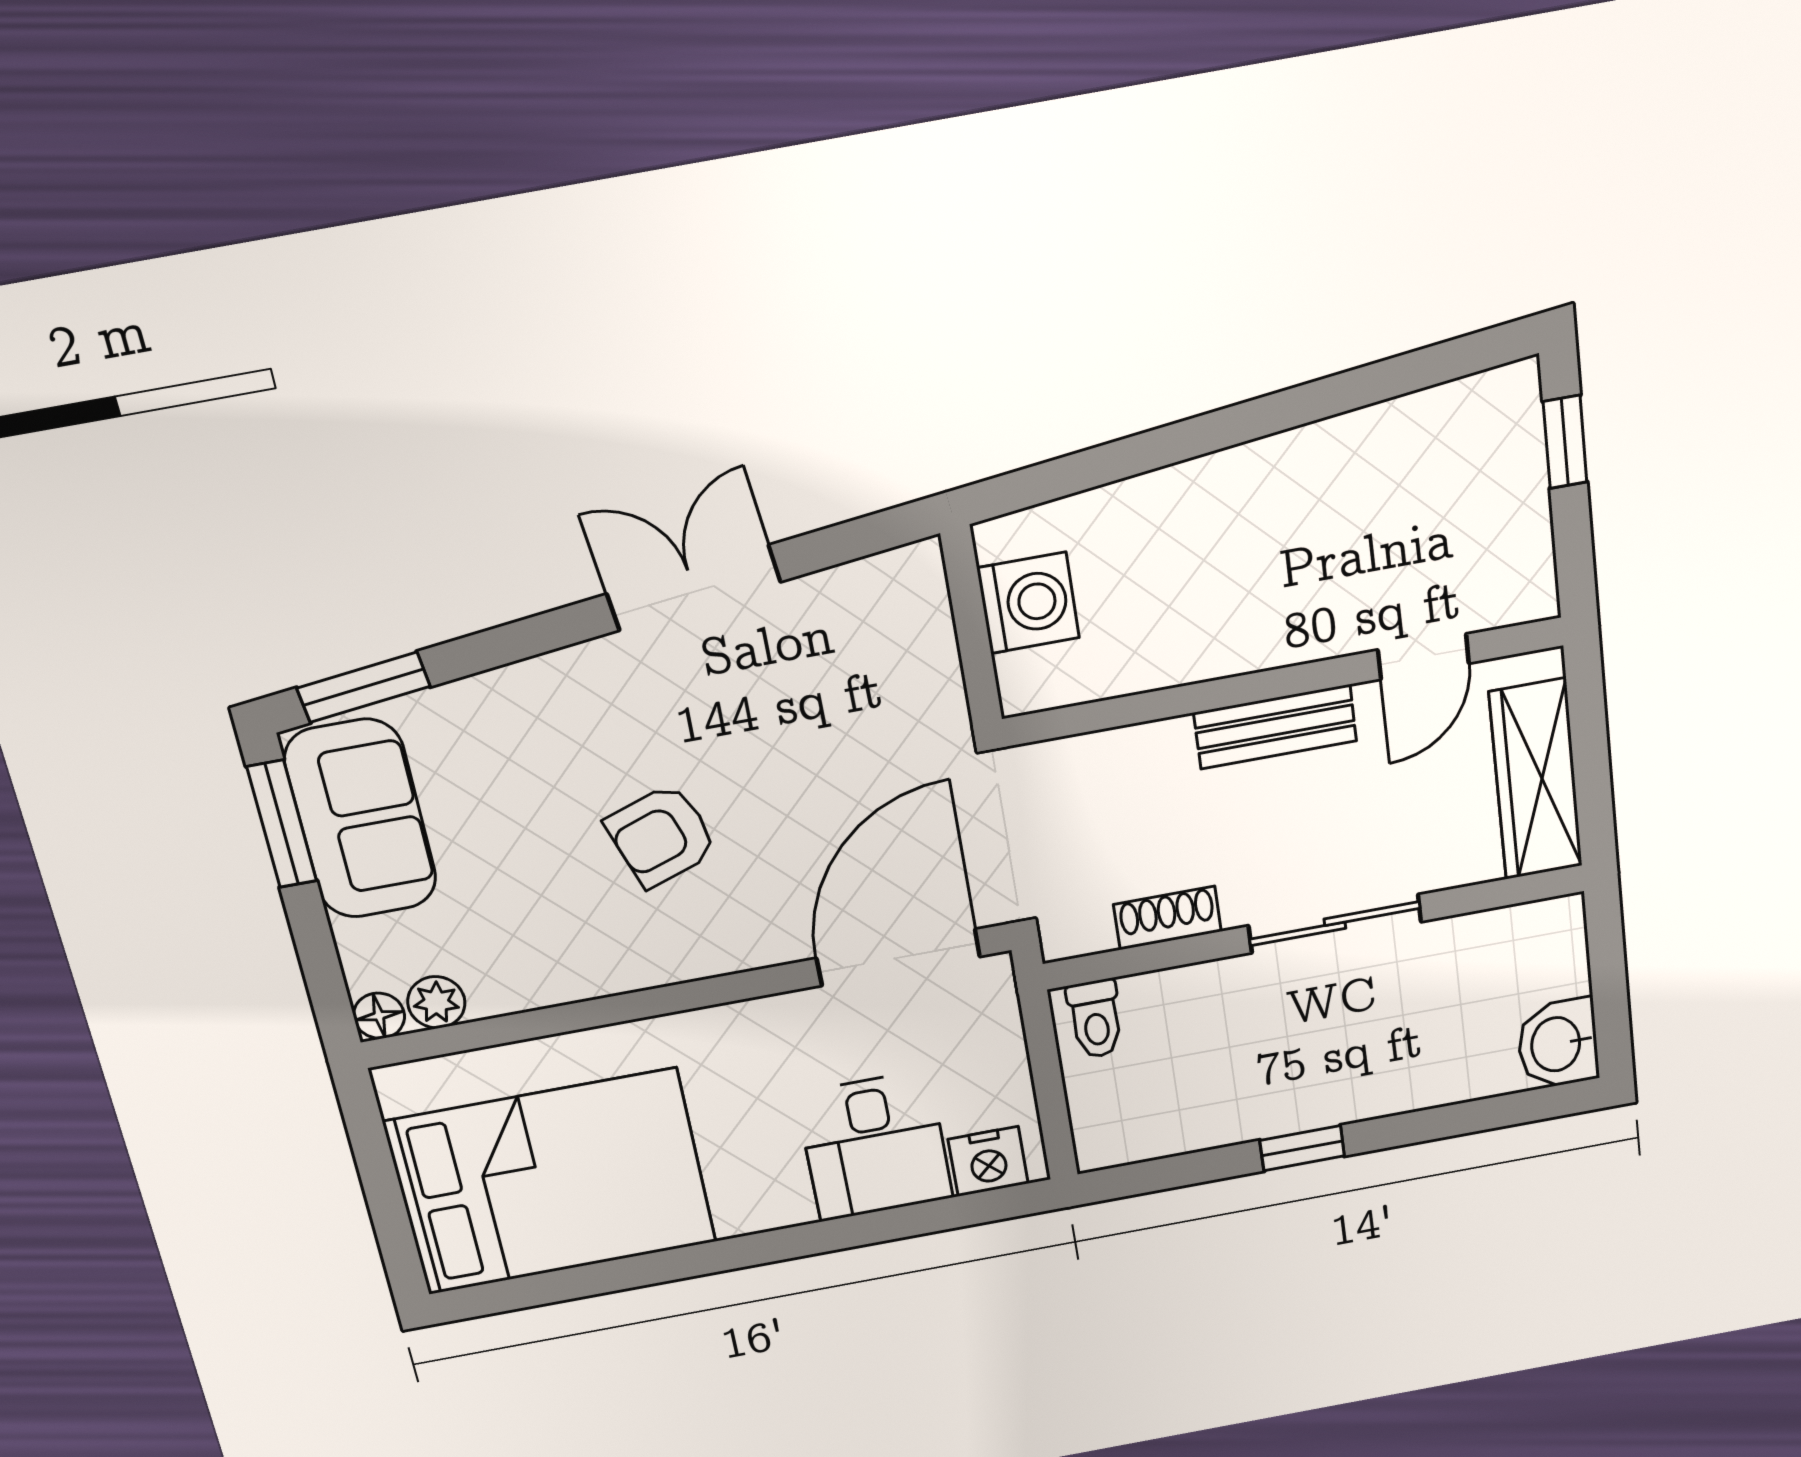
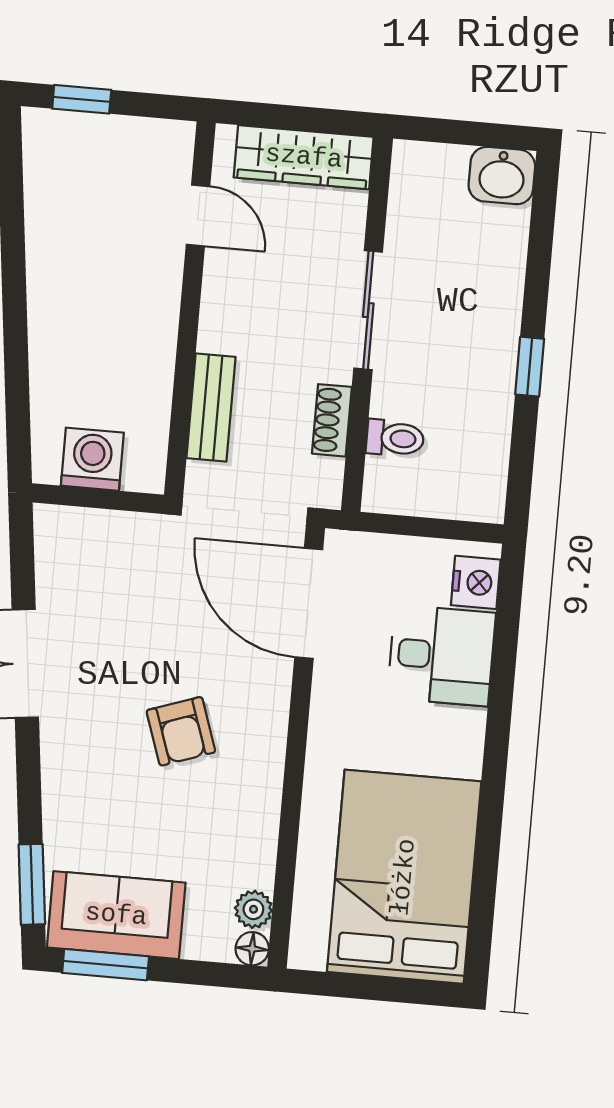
bench: (1275, 727) -> (211, 407), moved
toilet: (1095, 1019) -> (395, 438), moved

